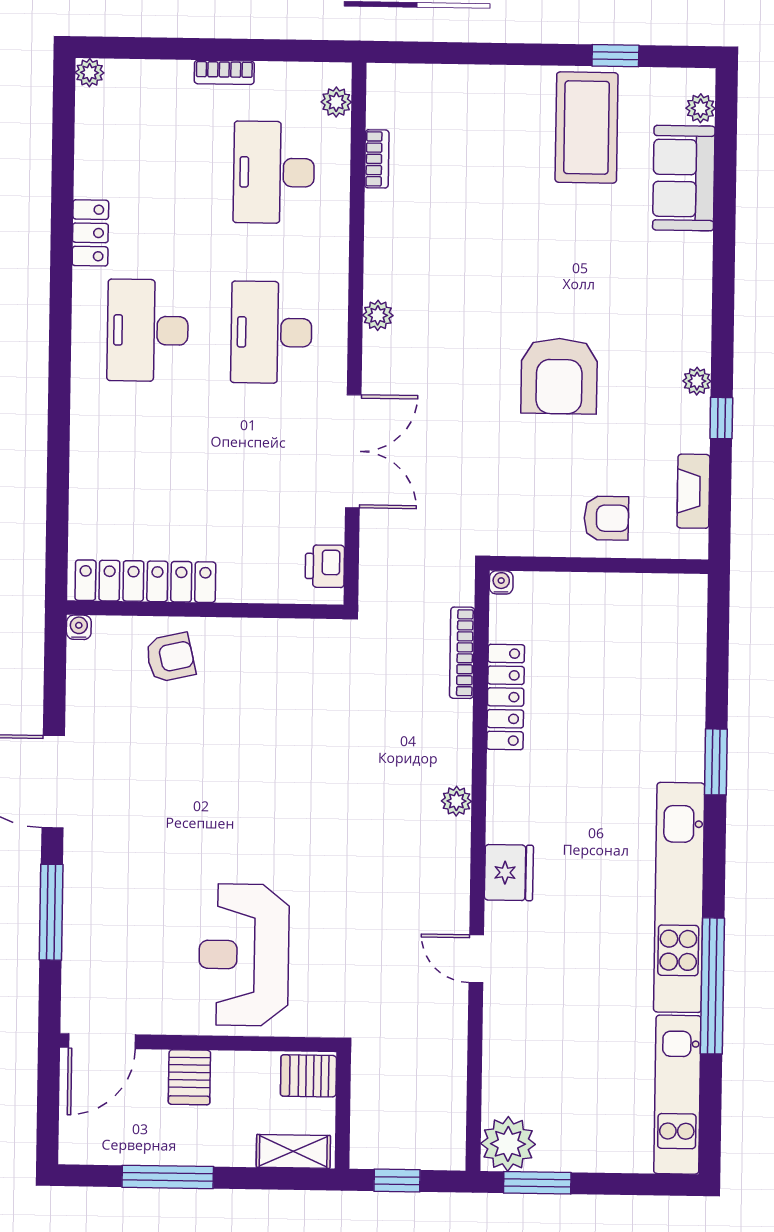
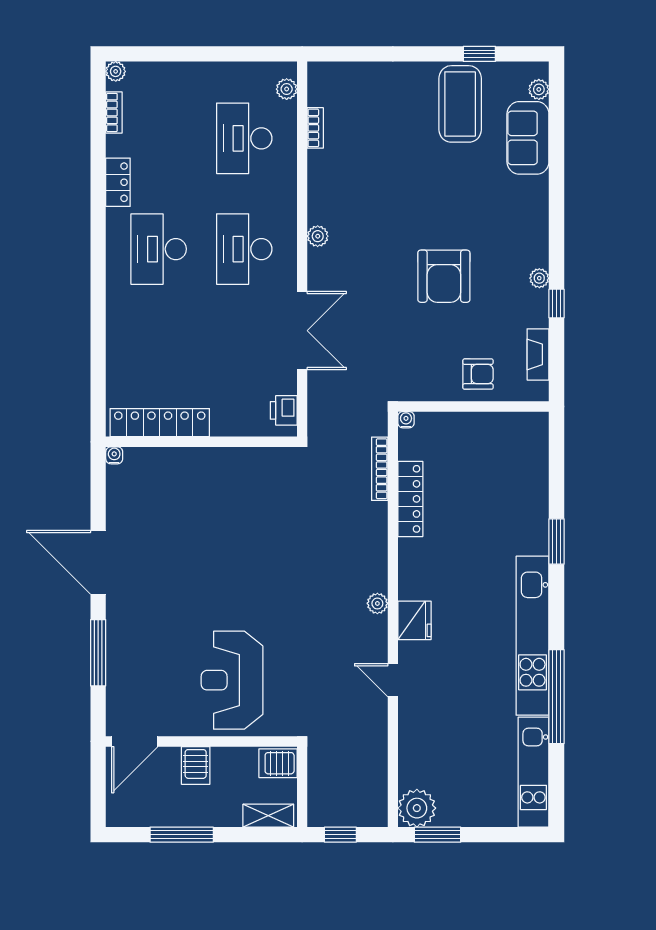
bookcase: (224, 72) -> (114, 112), moved, turned -90
armchair: (170, 658) -> (178, 475), removed
plant: (456, 801) -> (377, 603), moved

